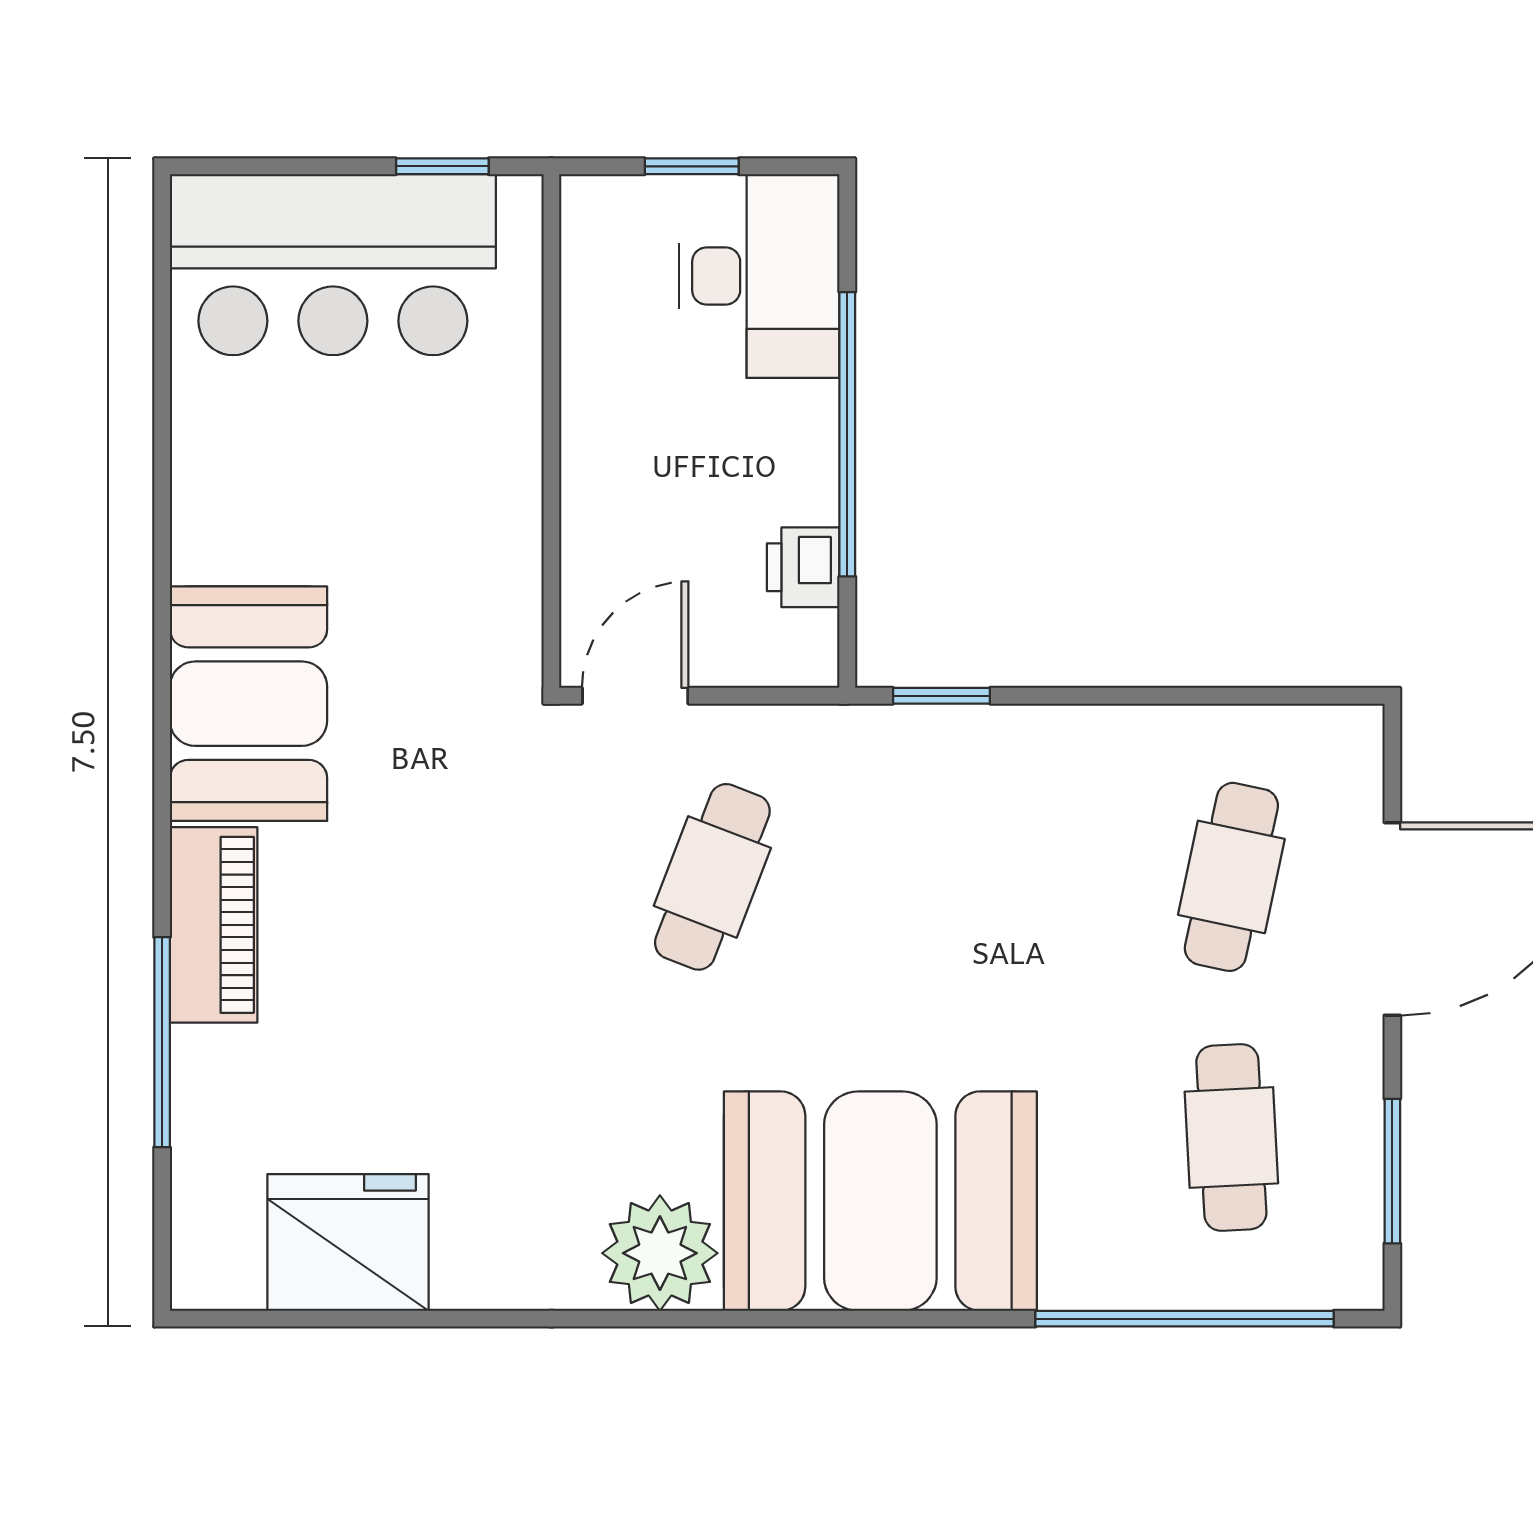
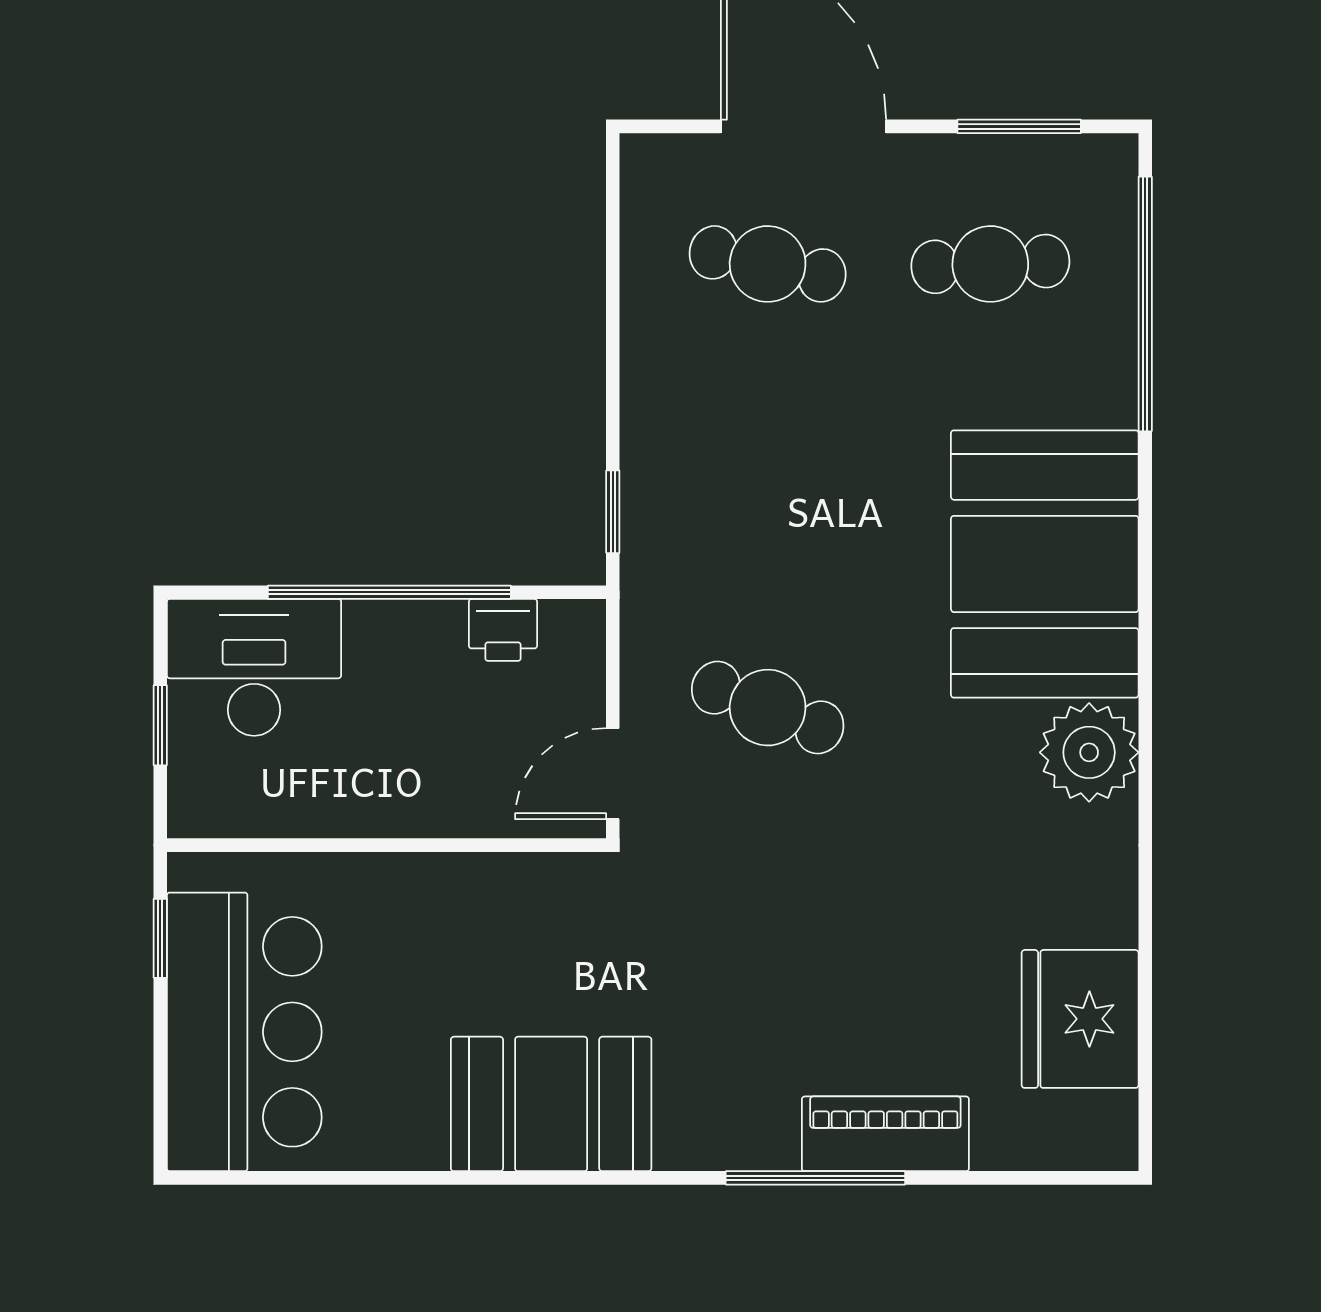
door: (635, 696) -> (613, 774), hinge flipped
booth: (249, 704) -> (551, 1104), moved
piano: (214, 925) -> (885, 1134), moved
window: (162, 1042) -> (815, 1178), moved

